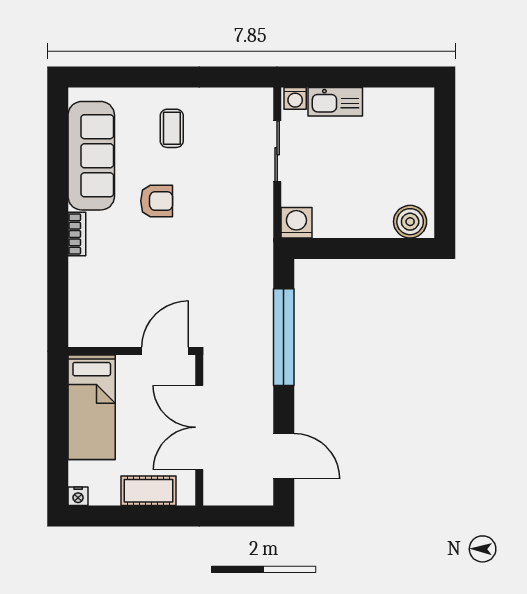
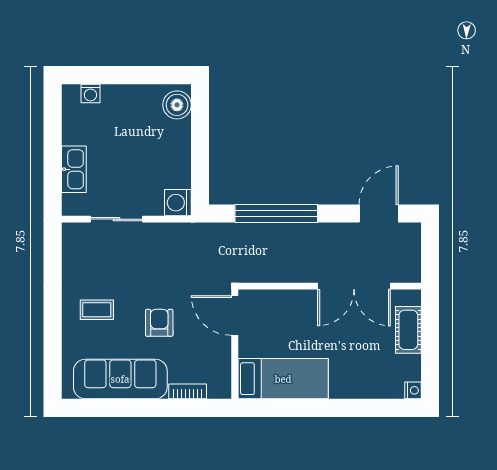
washing machine: (295, 98) -> (90, 93), moved, turned 90
wall: (132, 351) -> (235, 344), moved
door: (165, 351) -> (235, 316), moved
bed: (92, 407) -> (283, 379), moved

